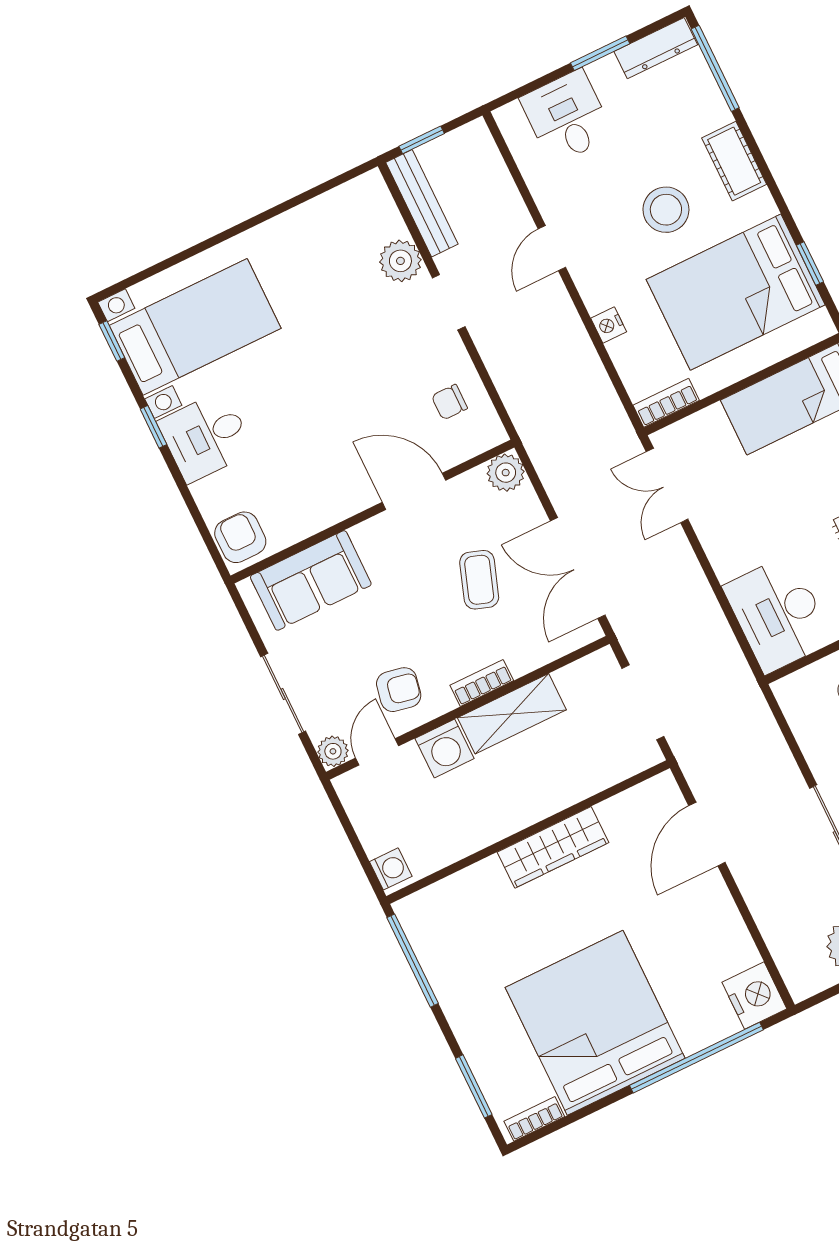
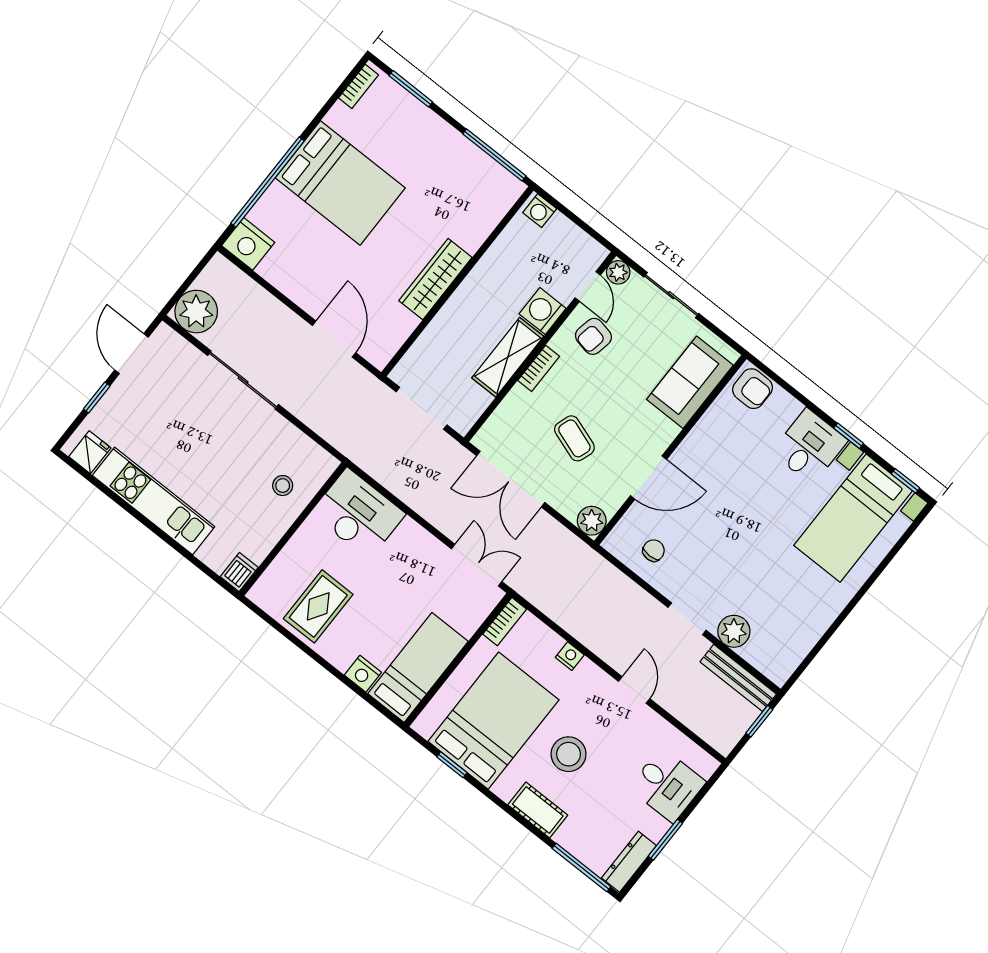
double door: (578, 568) -> (511, 479), swing flipped
bed: (595, 1023) -> (340, 183), width x0.73

